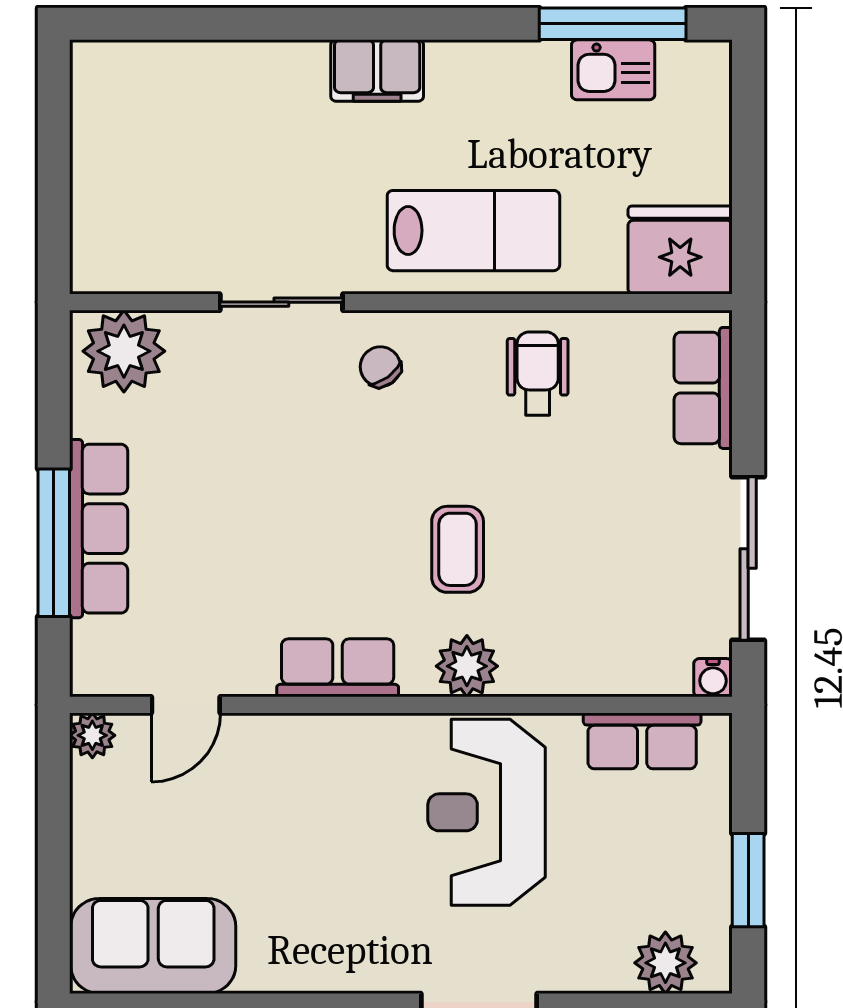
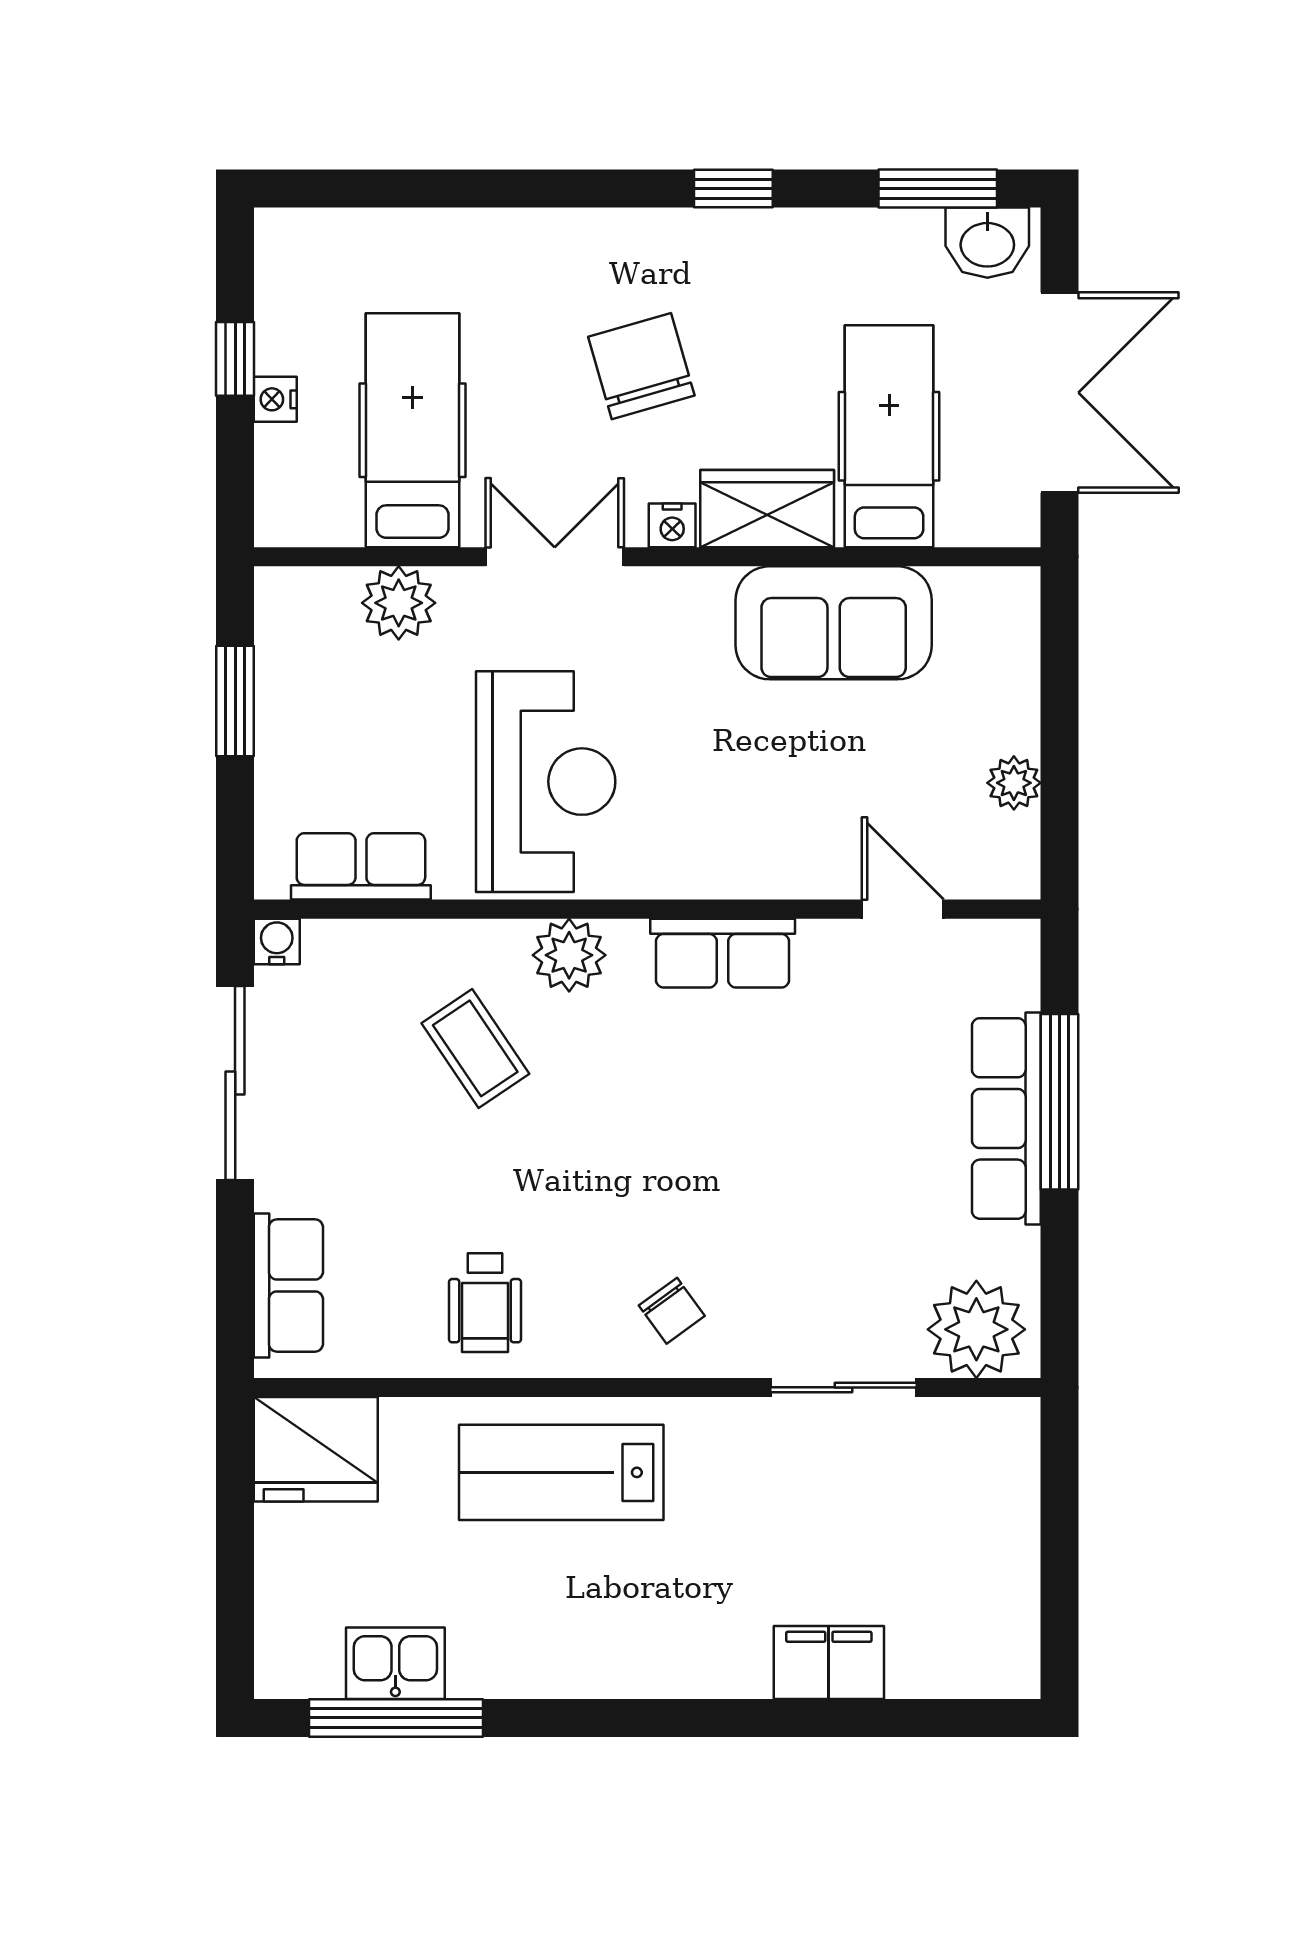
filing cabinet: (377, 71) -> (829, 1662), moved
sliding door: (281, 302) -> (844, 1387), moved
coffee table: (458, 549) -> (475, 1048), moved, turned -34
door: (186, 705) -> (903, 909), hinge flipped
plant: (92, 735) -> (1014, 783), moved
sofa: (153, 946) -> (834, 623), moved
plant: (665, 963) -> (399, 603), moved

